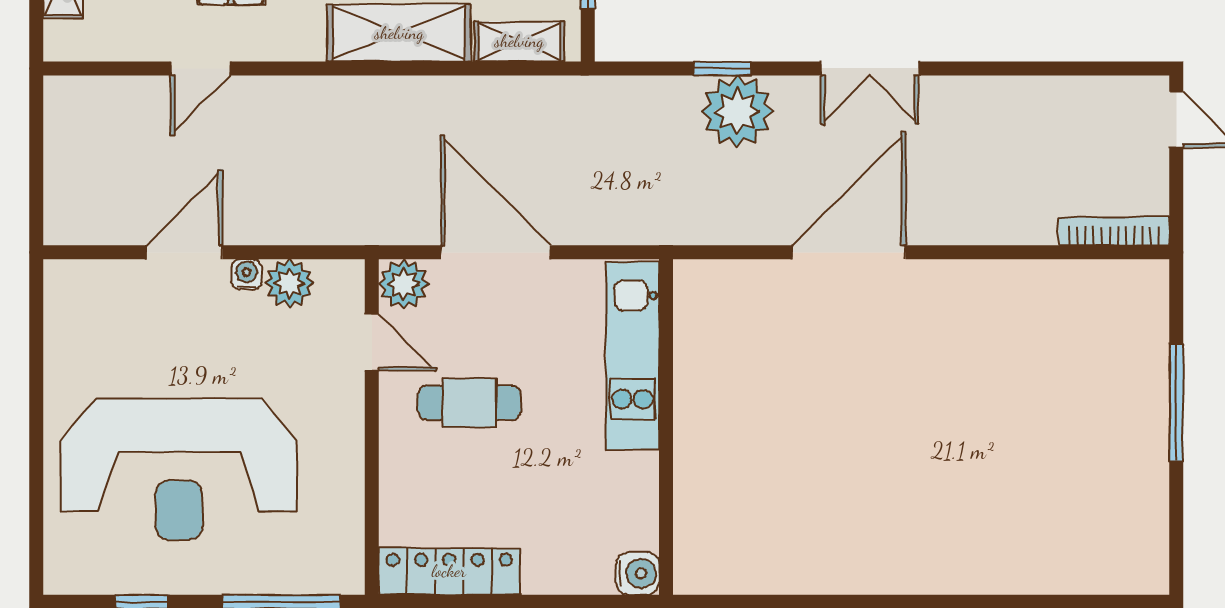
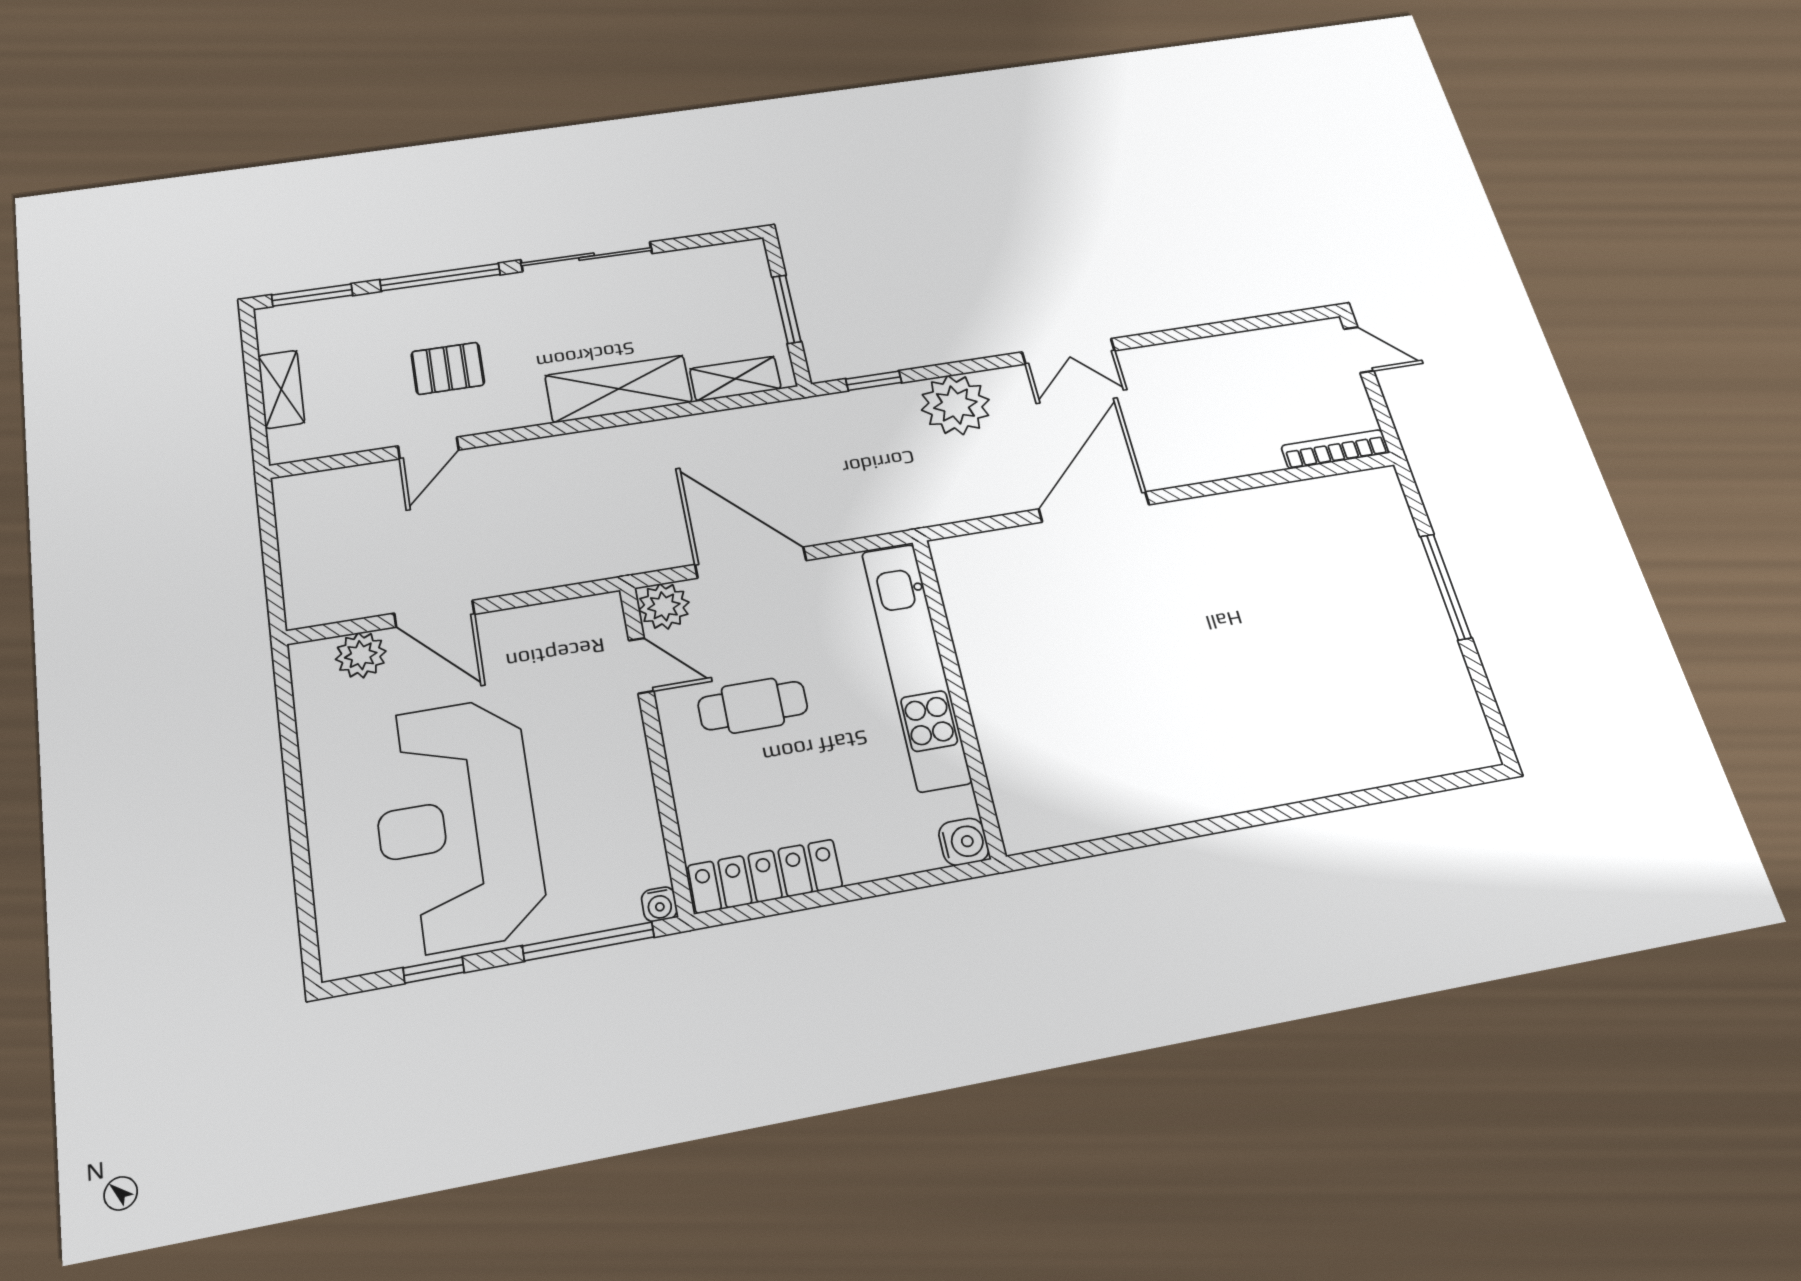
window: (722, 68) -> (874, 381), moved
door: (184, 252) -> (434, 614), swing flipped
water cooler: (246, 274) -> (659, 904), moved, turned 180
plant: (289, 283) -> (361, 655), moved
kitchen unit: (633, 356) -> (916, 665), width x1.36
reception desk: (179, 469) -> (457, 824), turned 90

